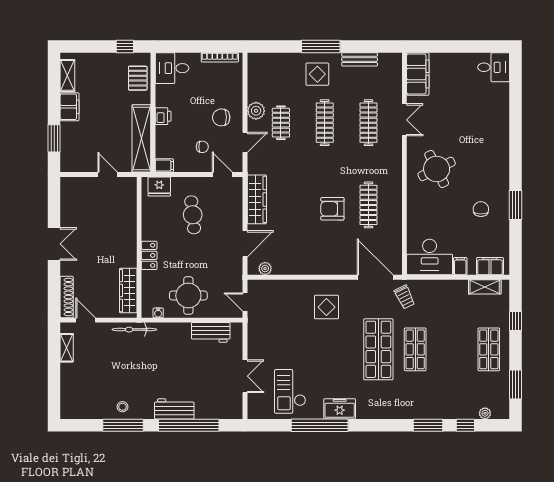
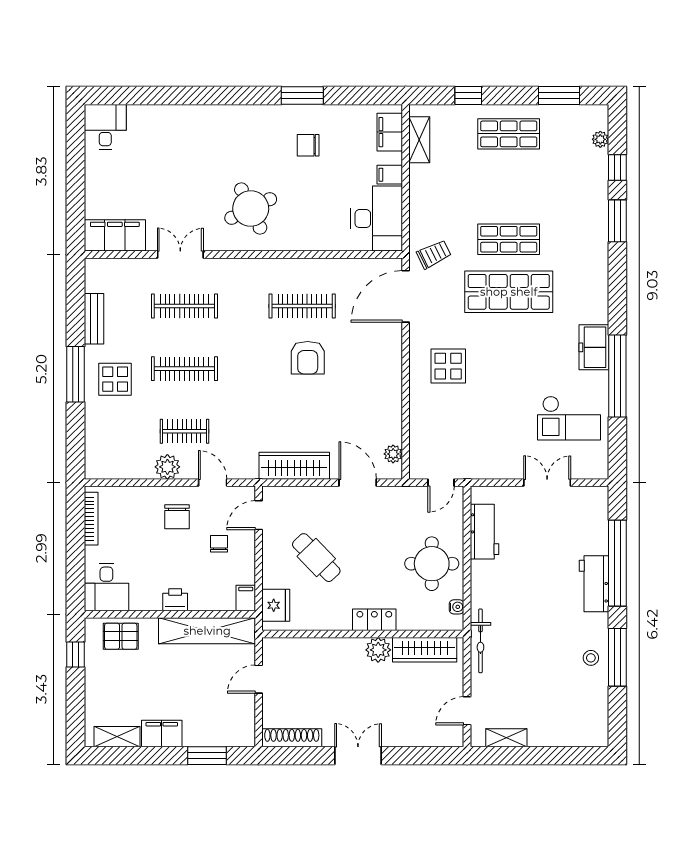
cafe table: (193, 215) -> (316, 558), turned 52
plant: (128, 258) -> (378, 650), added
shoe rack: (67, 297) -> (292, 738), moved

